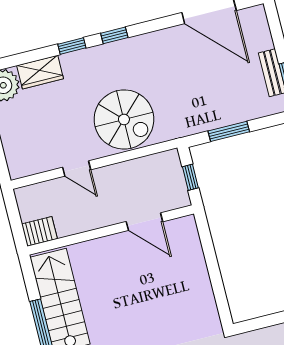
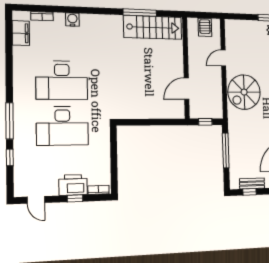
window: (229, 131) -> (226, 150), width x1.44
server rack: (39, 231) -> (205, 27), moved

